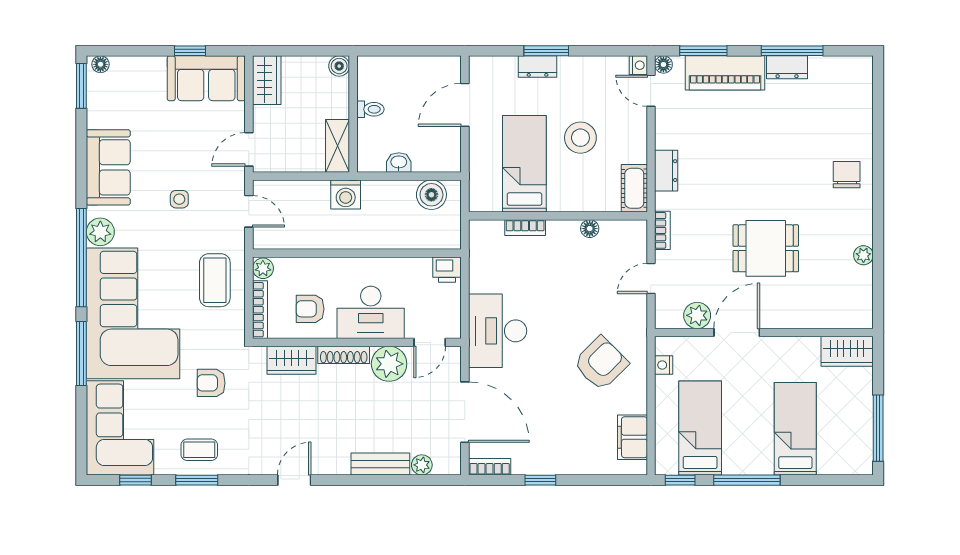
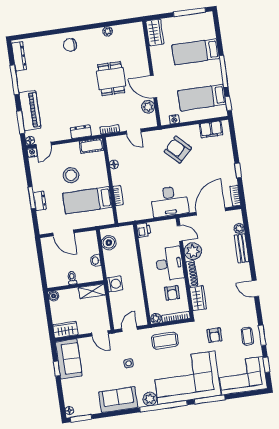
dresser: (787, 67) -> (19, 56), moved, width x1.44

